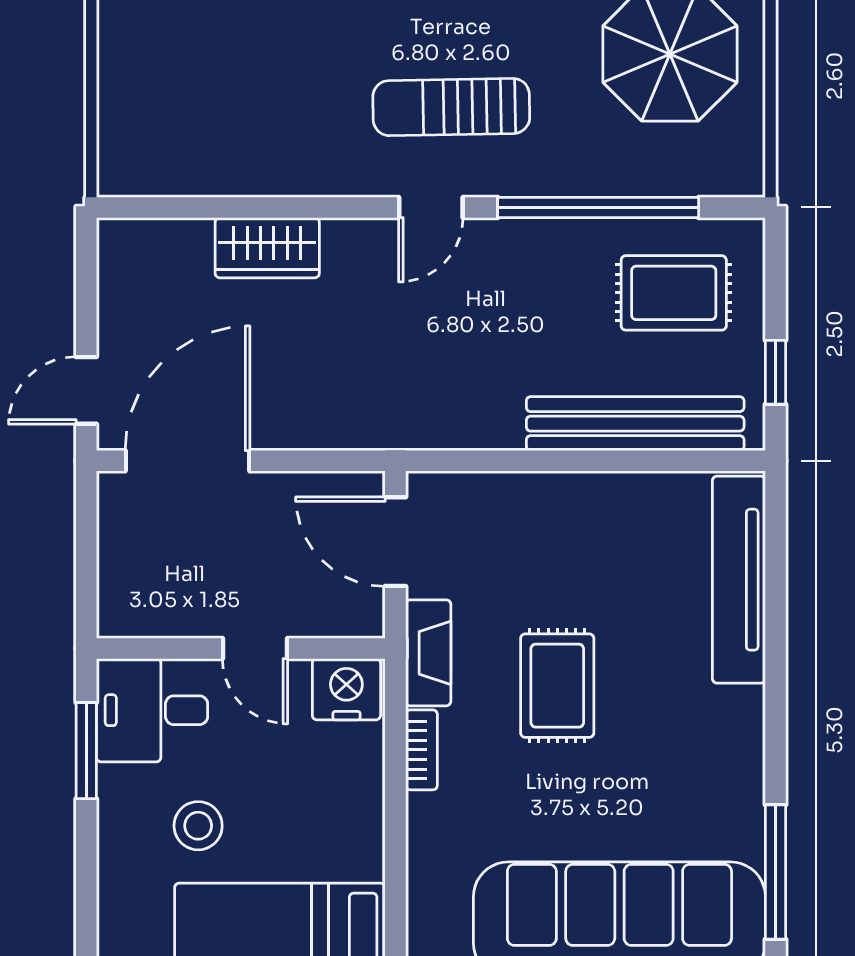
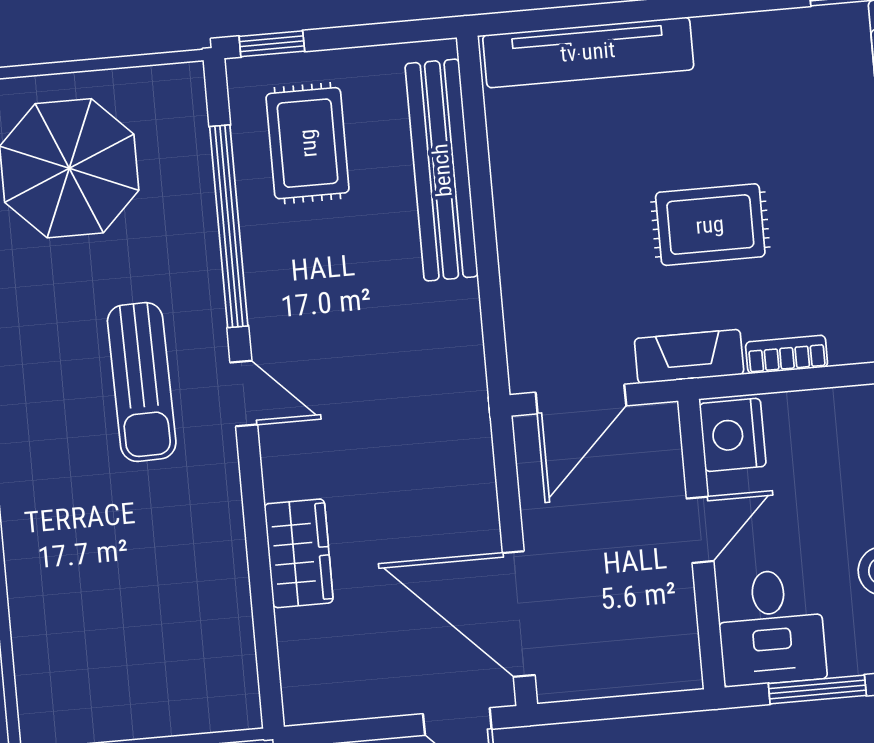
window: (776, 372) -> (272, 44), moved

